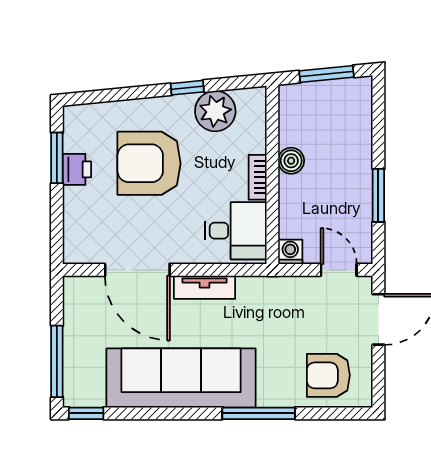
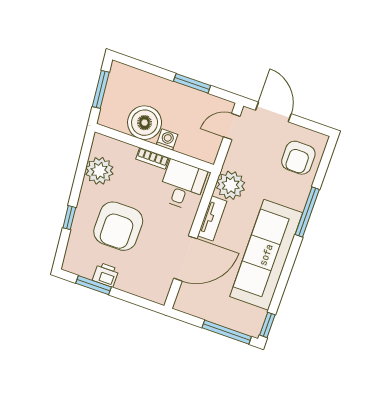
window: (187, 88) -> (69, 218), moved
boiler: (291, 161) -> (145, 123), width x1.86, depth x1.86
washing machine: (290, 252) -> (167, 140), moved, turned 90
plant: (258, 296) -> (231, 185), added

